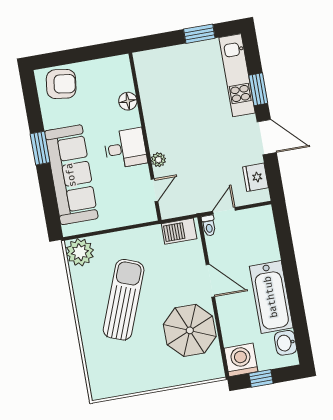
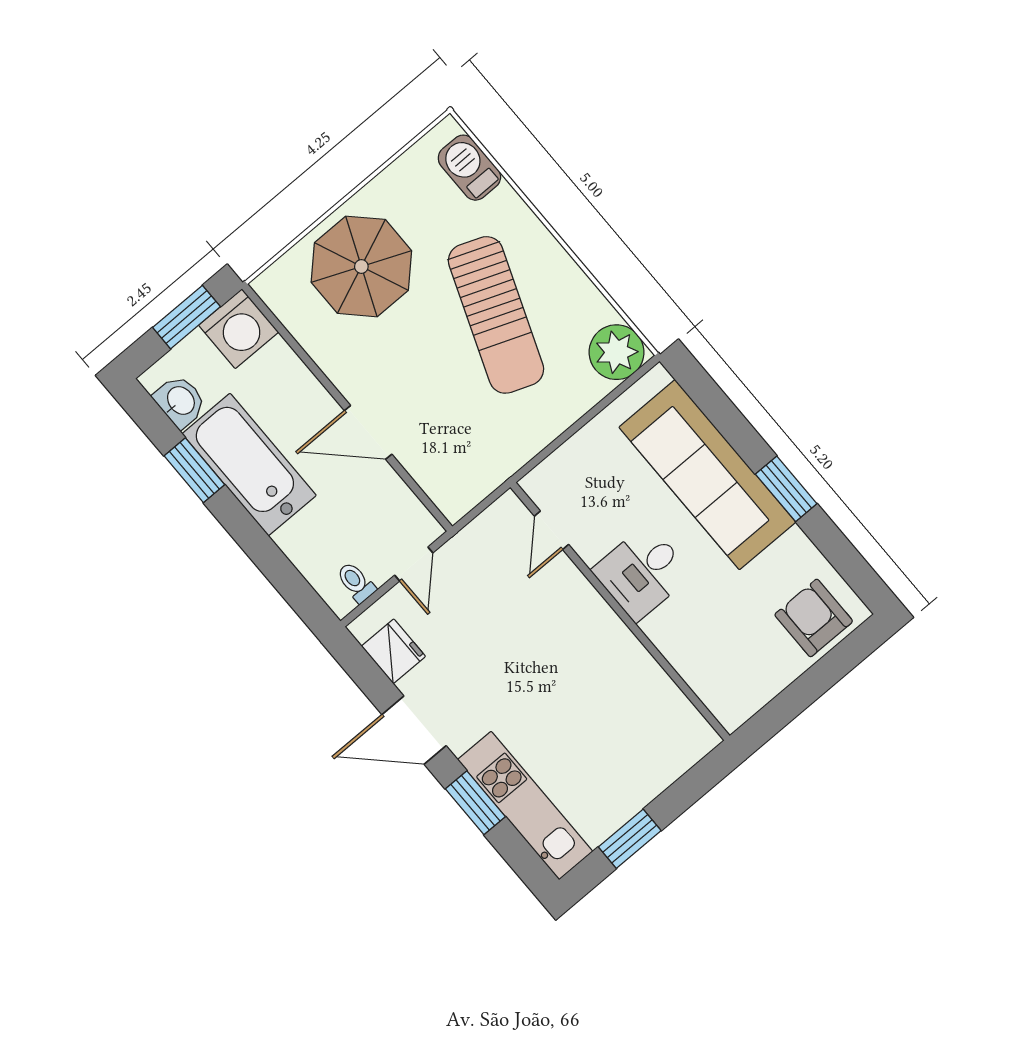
armchair: (61, 84) -> (814, 618), turned 82
floor lamp: (128, 101) -> (684, 654), removed
plant: (158, 160) -> (575, 586), removed
toilet: (209, 226) -> (356, 582), moved
barbecue: (179, 231) -> (469, 168), moved, turned -90
window: (297, 309) -> (194, 470), added
parasol: (190, 330) -> (361, 266), moved
window: (261, 378) -> (187, 317), width x1.50

